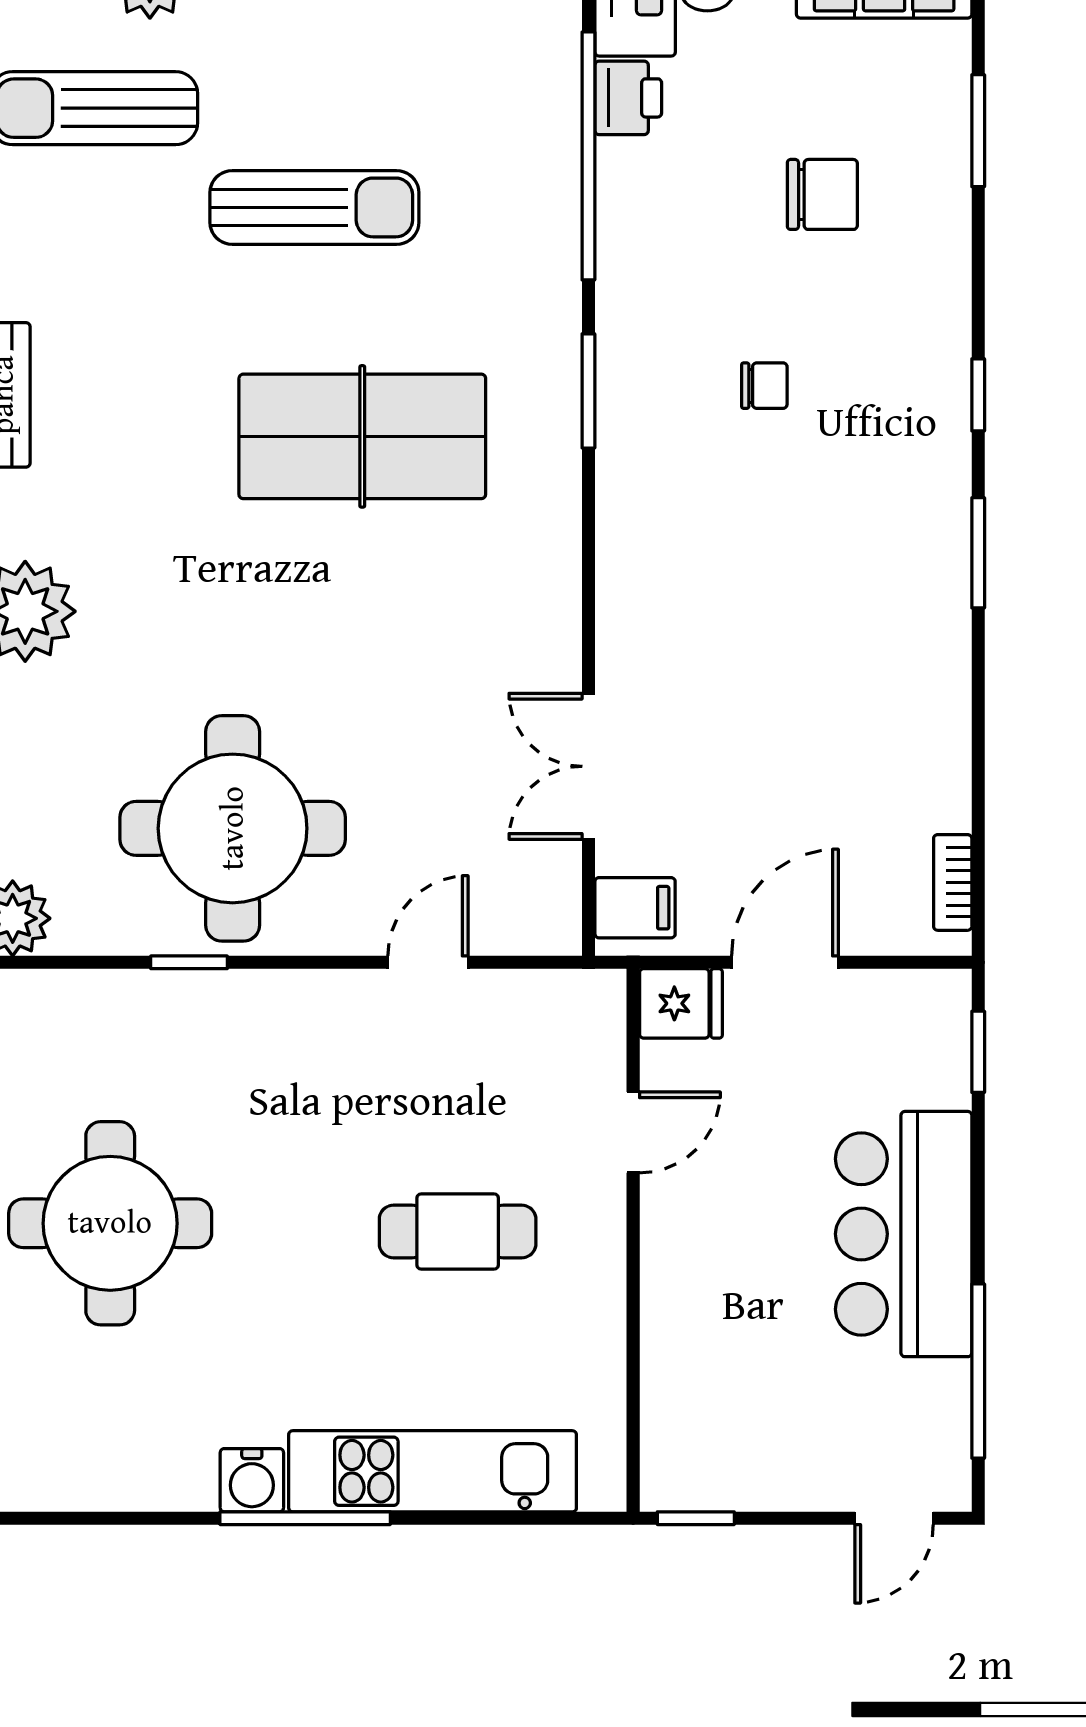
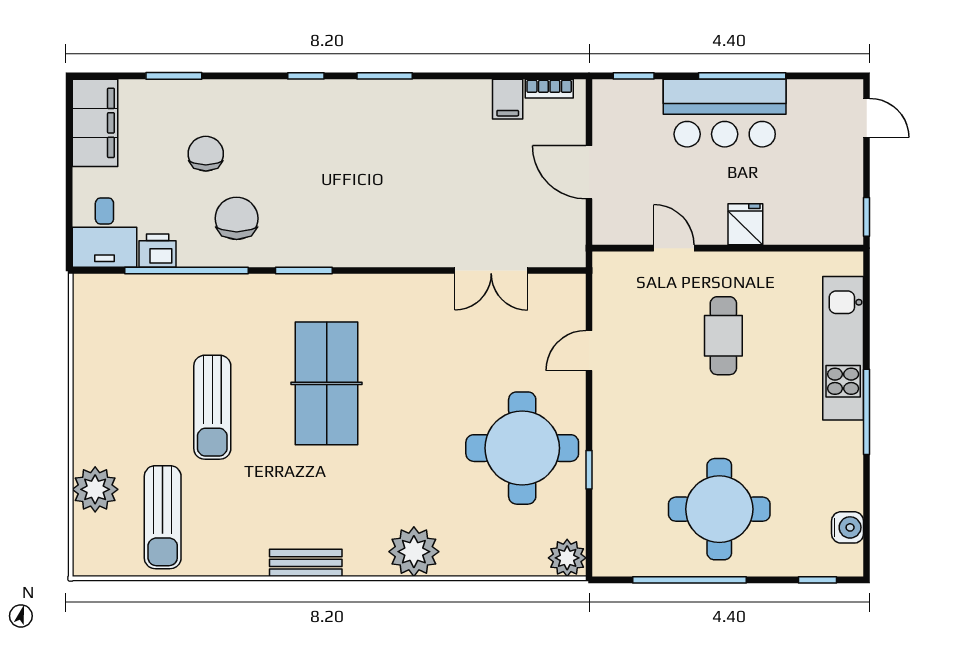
sun lounger: (314, 207) -> (212, 407), turned 180
chair: (764, 386) -> (237, 218), moved, width x1.87, depth x1.87
filing cabinet: (635, 908) -> (508, 99), moved, turned 180
door: (428, 962) -> (589, 351), hinge flipped
fridge: (681, 1003) -> (745, 224), moved
window: (978, 1371) -> (742, 76), moved
water cooler: (252, 1480) -> (848, 527), moved

